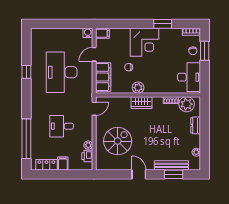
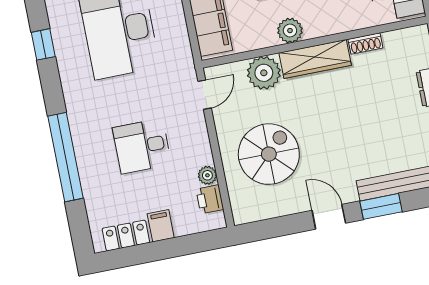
wardrobe: (142, 103) -> (315, 59), width x1.50
plant: (187, 104) -> (264, 73), moved
window: (26, 139) -> (66, 157), moved
window: (174, 174) -> (381, 206), moved

